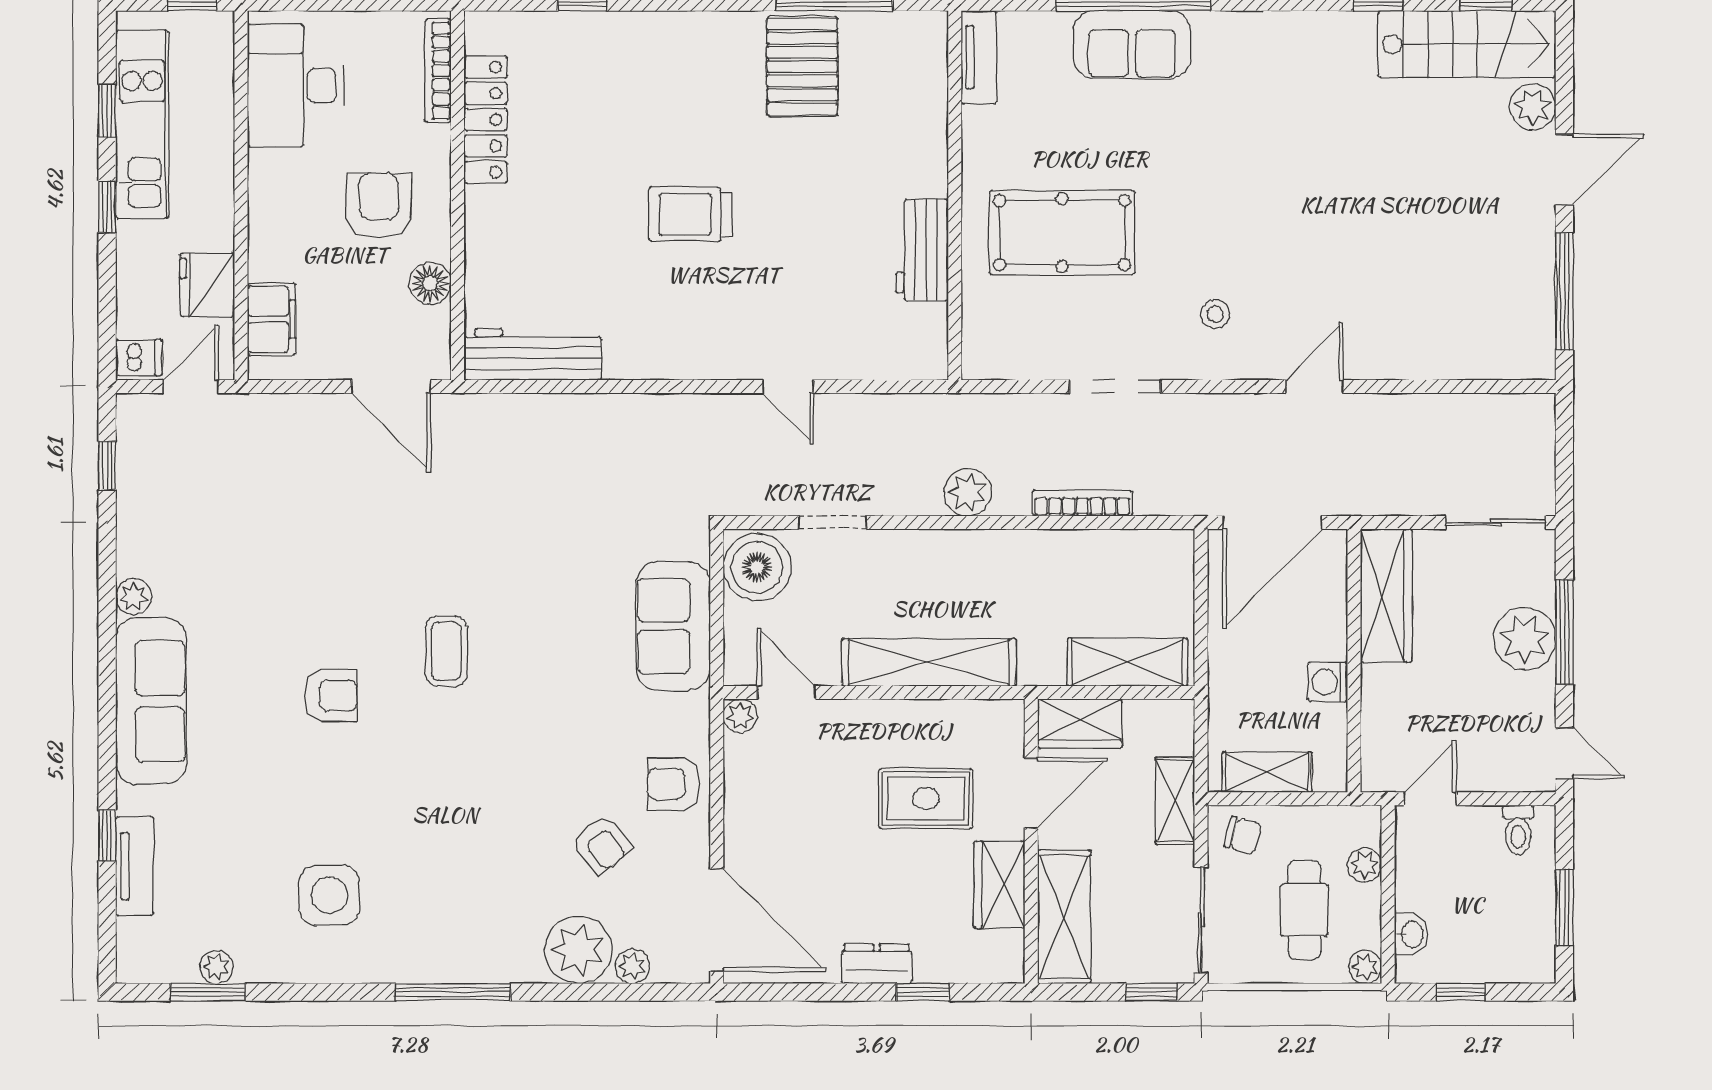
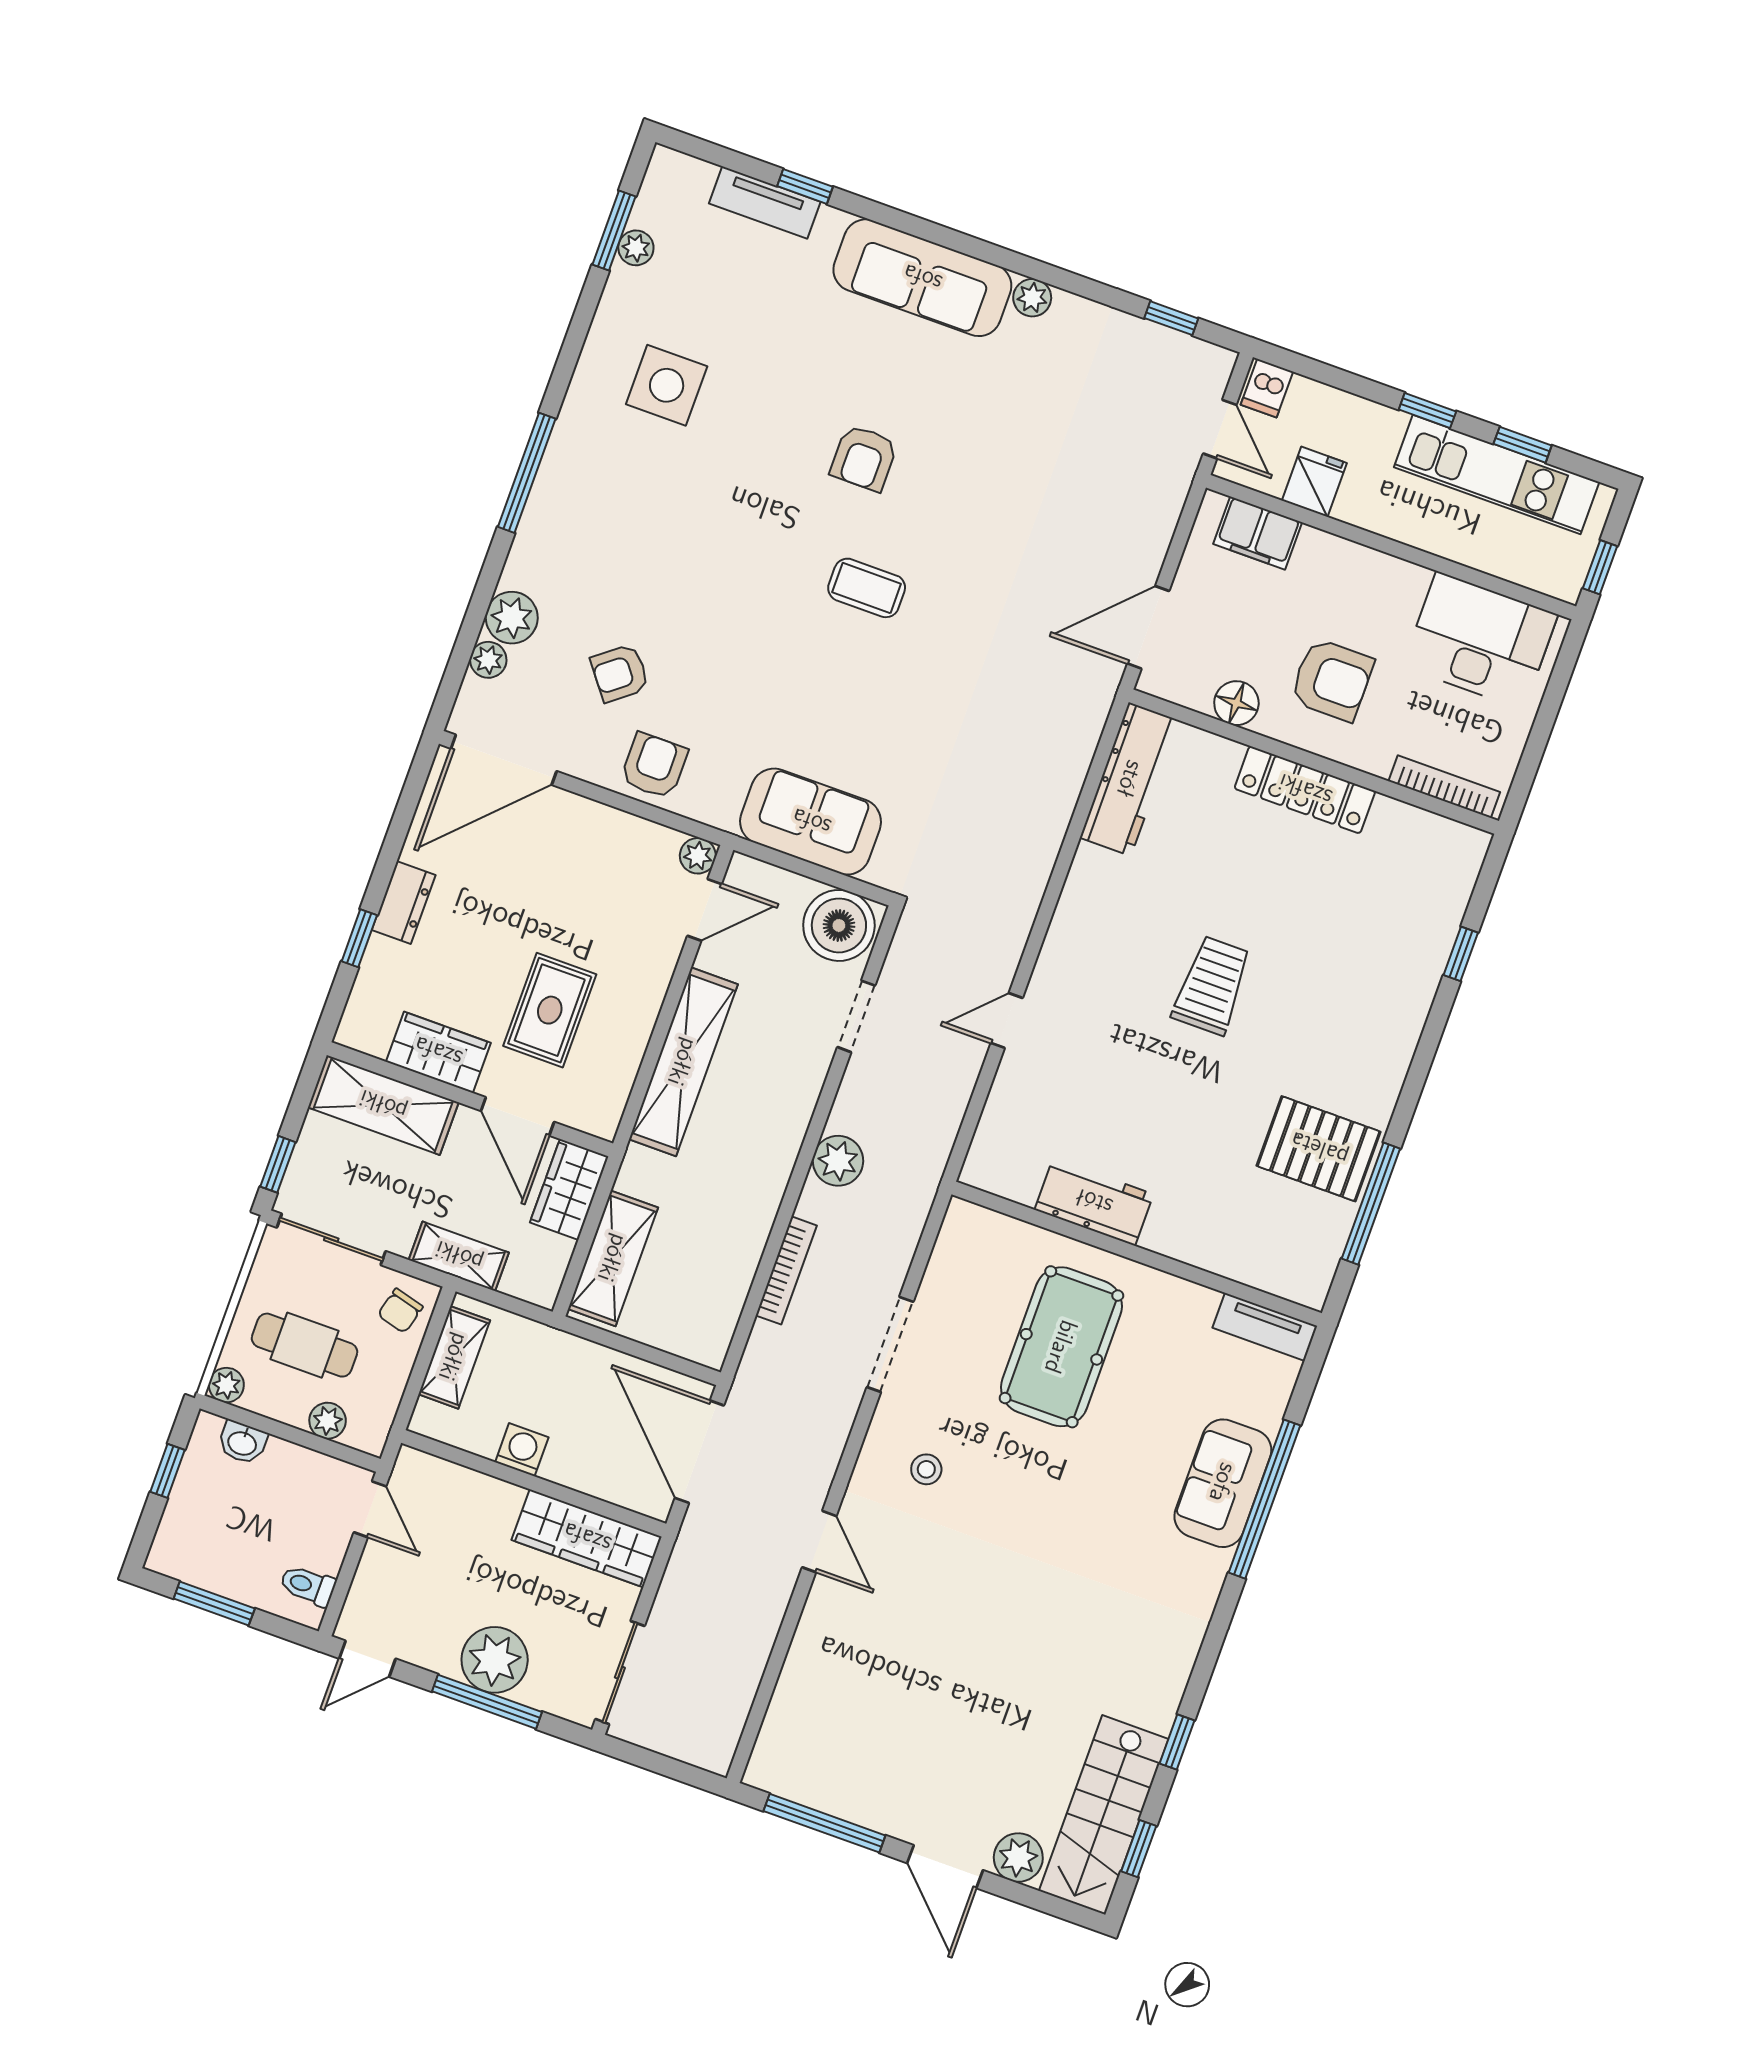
locker: (486, 120) -> (1305, 790), moved
fridge: (207, 285) -> (1314, 482), width x0.72
plant: (578, 950) -> (512, 618), width x0.73, depth x0.73

